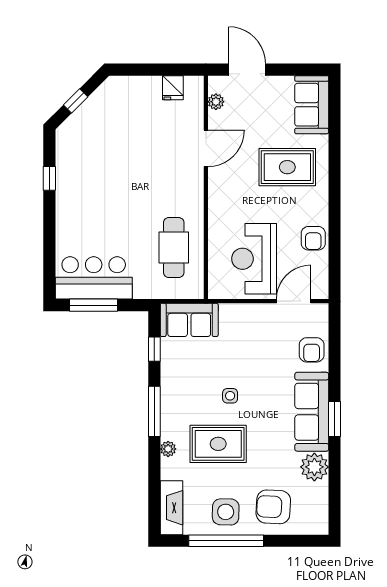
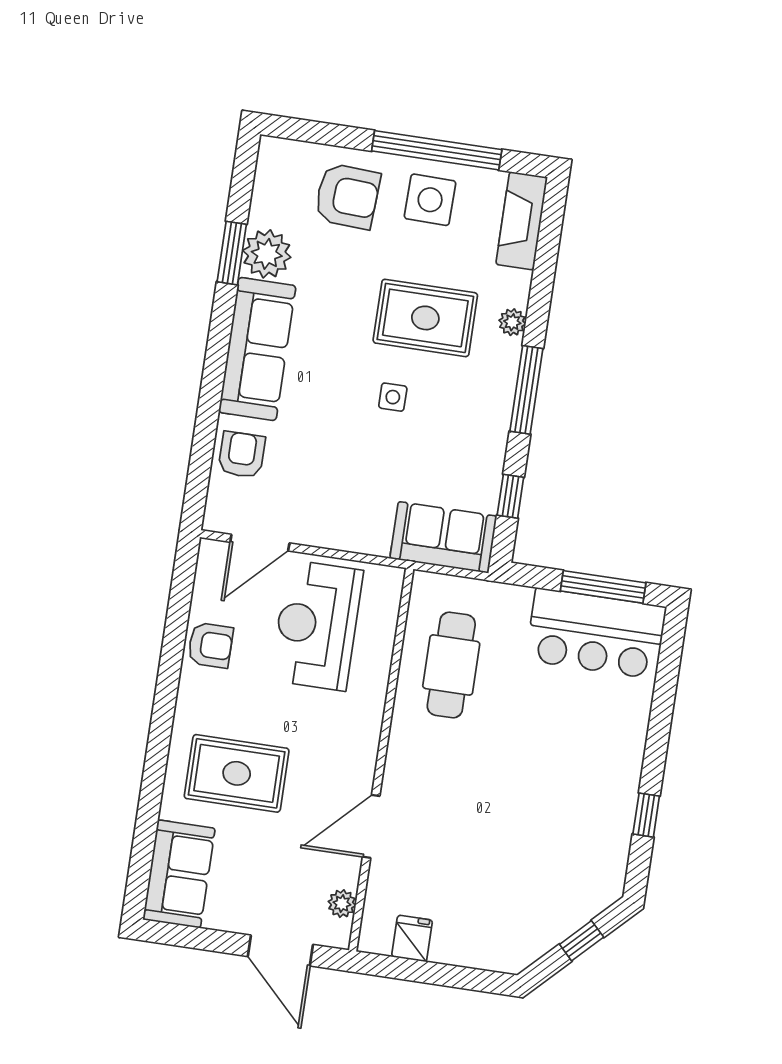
armchair: (313, 238) -> (210, 645), turned 90
reception desk: (254, 259) -> (317, 625), turned 180
window: (334, 419) -> (232, 253), moved

